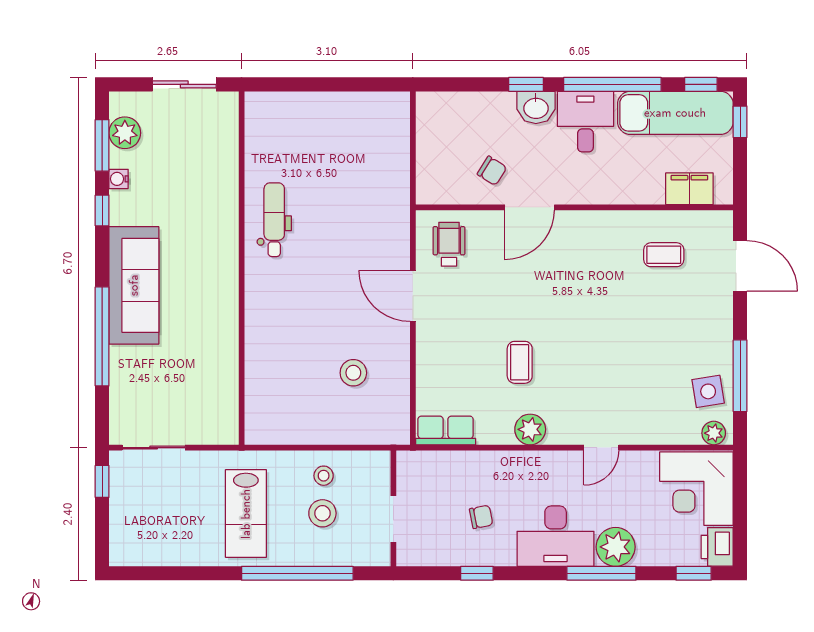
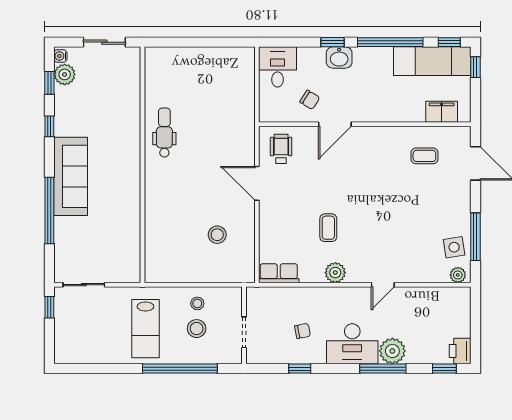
desk: (585, 122) -> (277, 67), moved
window: (102, 145) -> (49, 83), width x0.67
water cooler: (119, 179) -> (60, 56), moved
corner desk: (696, 489) -> (446, 312), removed

